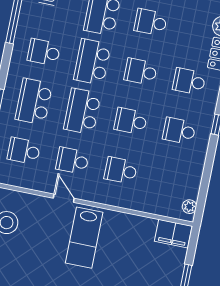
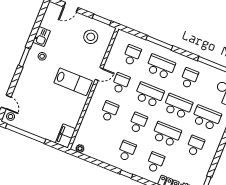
school desk: (141, 72) -> (167, 134), width x1.85
lab bench: (84, 238) -> (73, 82), turned 180

